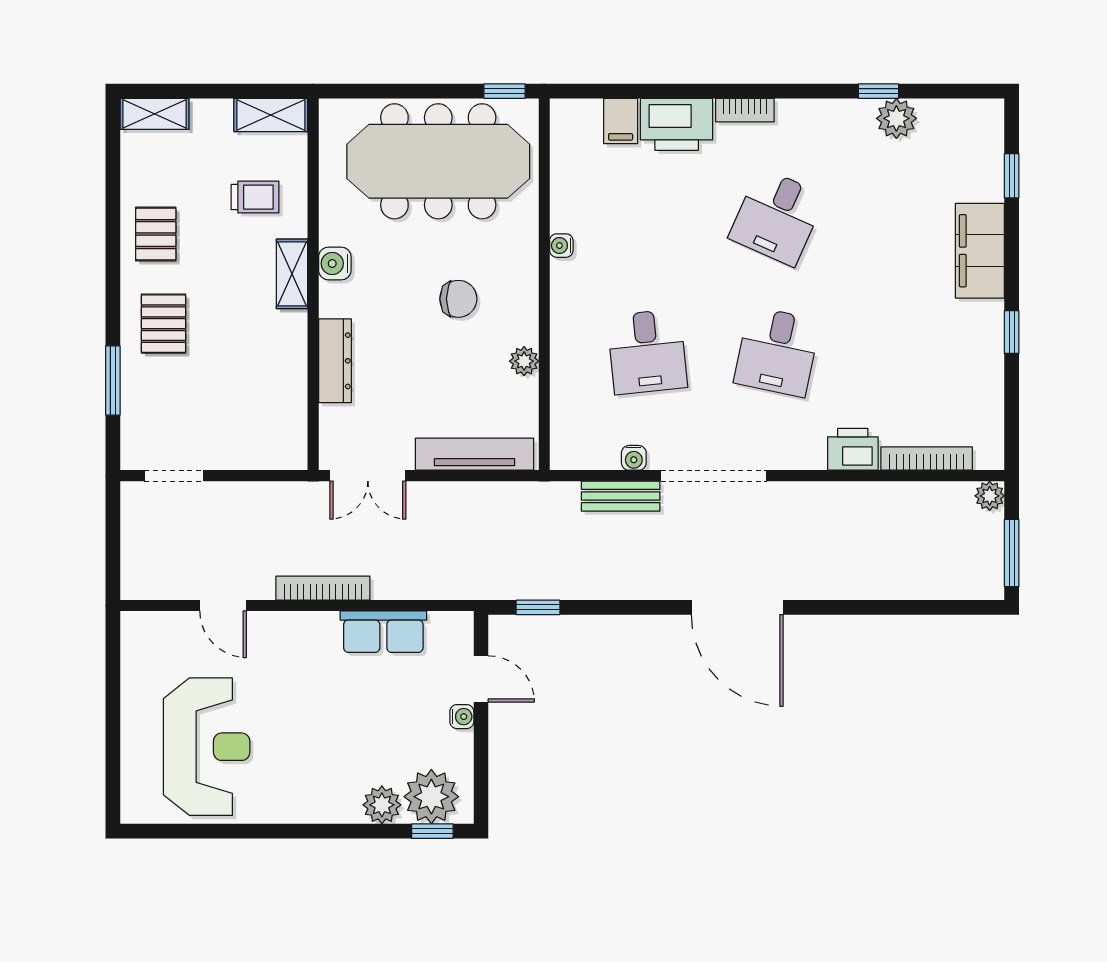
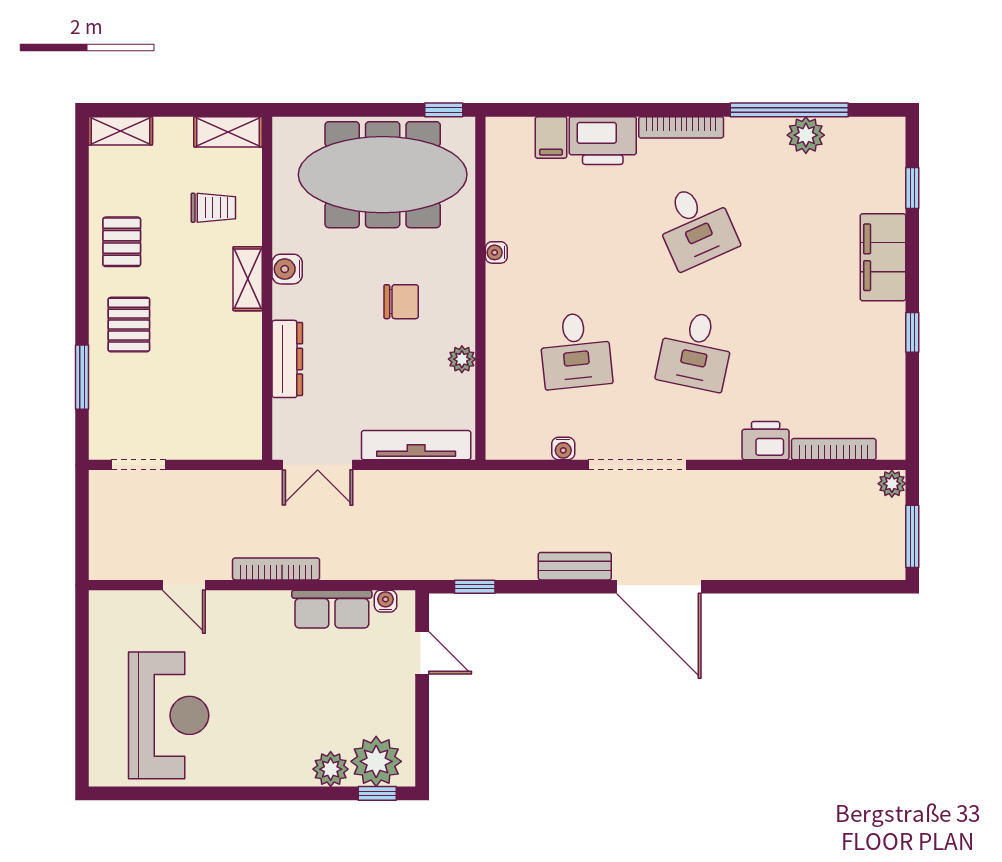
window: (878, 91) -> (789, 110), width x3.17
bookcase: (745, 110) -> (681, 127), width x1.56
desk: (777, 217) -> (696, 226), turned -48
bench: (621, 496) -> (575, 566), moved
water cooler: (462, 717) -> (386, 601), moved, turned -90

